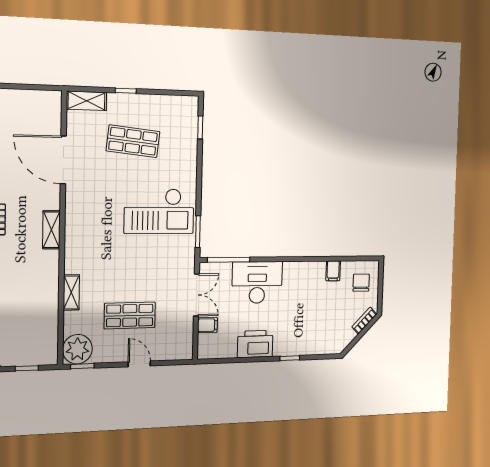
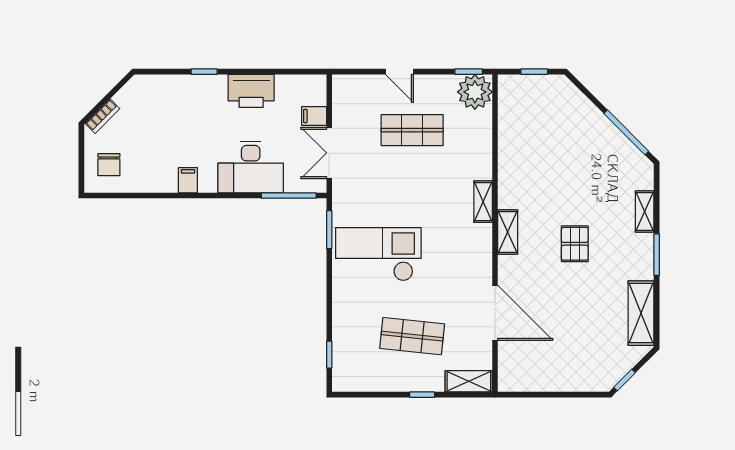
filing cabinet: (333, 271) -> (188, 180), moved
shelving: (71, 292) -> (483, 202), moved

